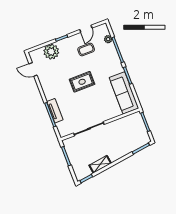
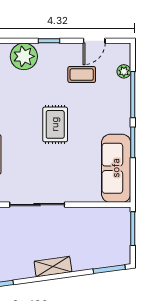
rug: (82, 82) -> (55, 124), turned 90
shelving: (100, 164) -> (53, 267), moved

